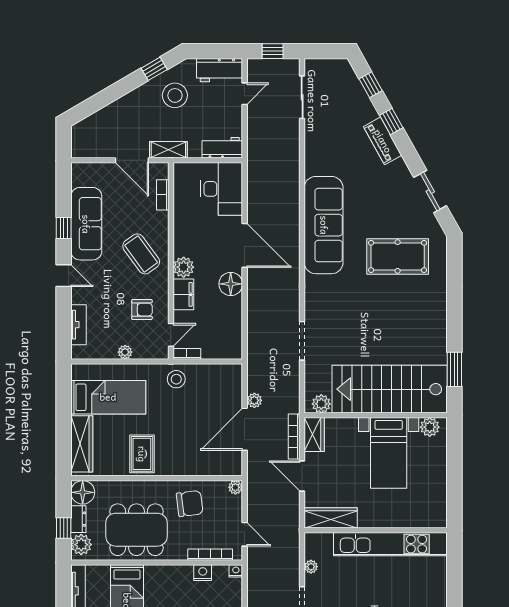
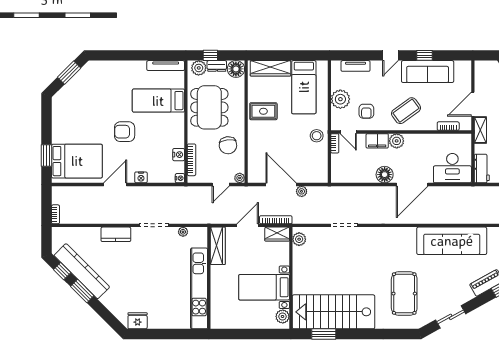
sofa: (324, 225) -> (452, 241), moved
plant: (125, 352) -> (340, 99), width x1.87, depth x1.87
stairs: (390, 389) -> (334, 312), moved, turned -90
door: (245, 534) -> (221, 184), moved

